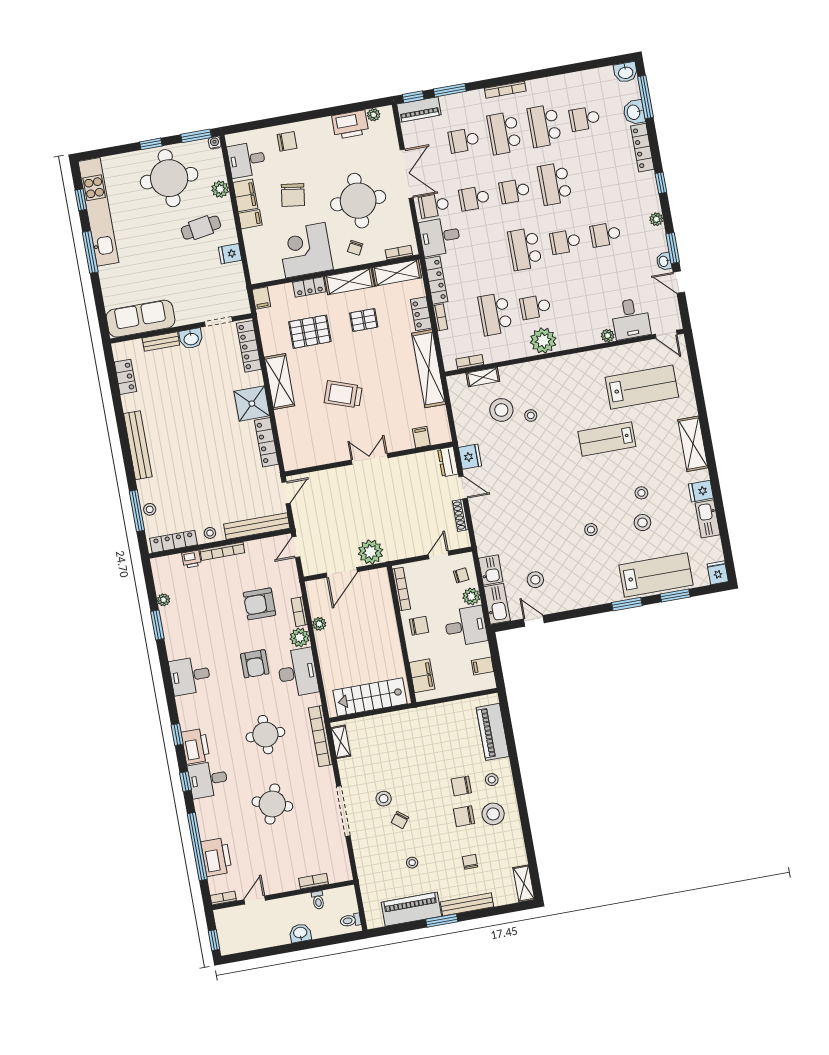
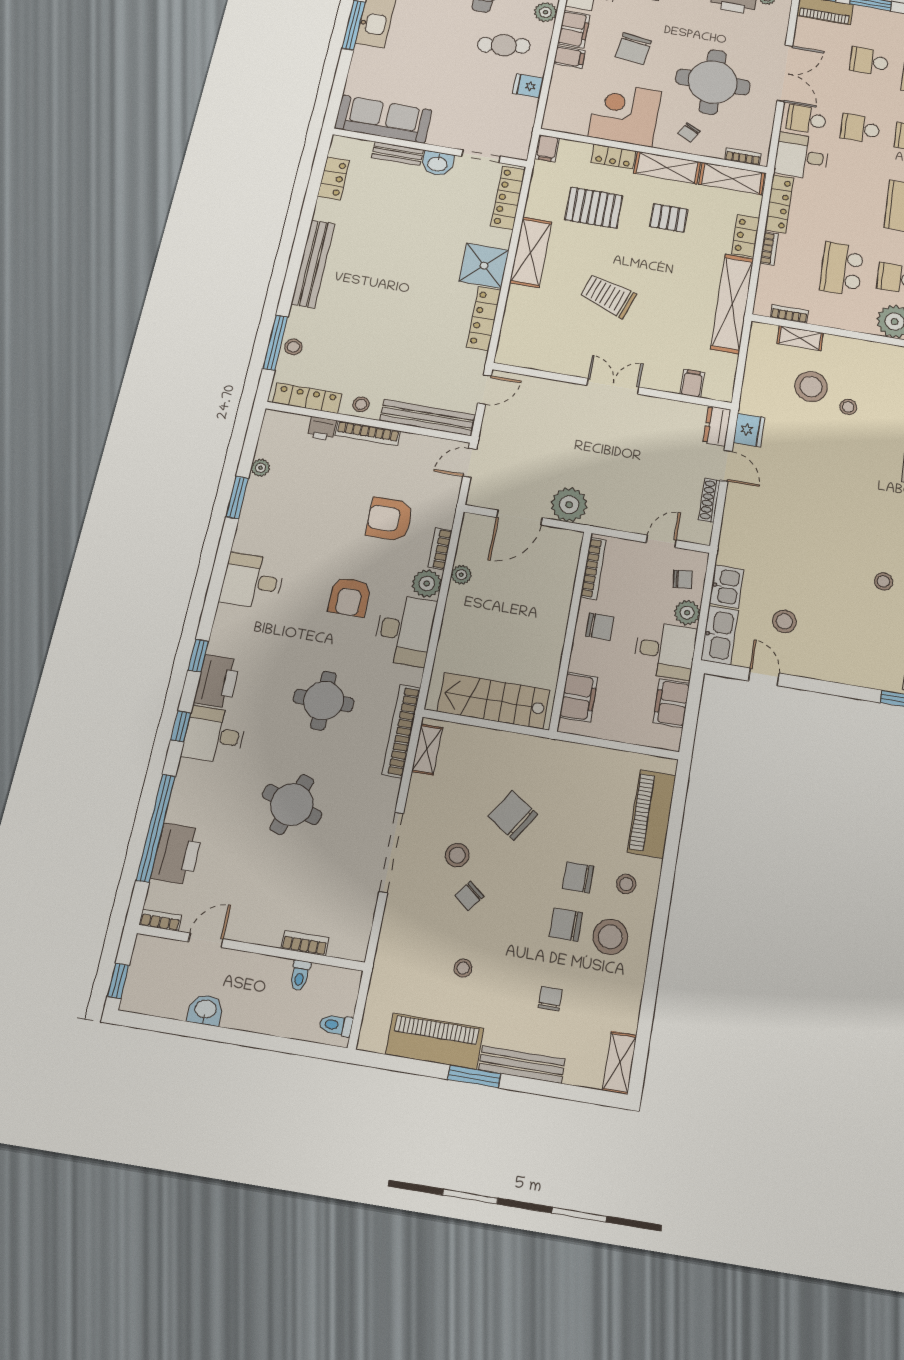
filing cabinet: (483, 666) -> (671, 703), width x2.00
chair: (408, 763) -> (513, 815), added
washbasin: (300, 933) -> (205, 1010), moved

